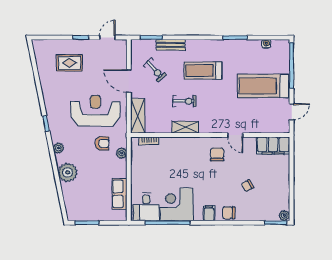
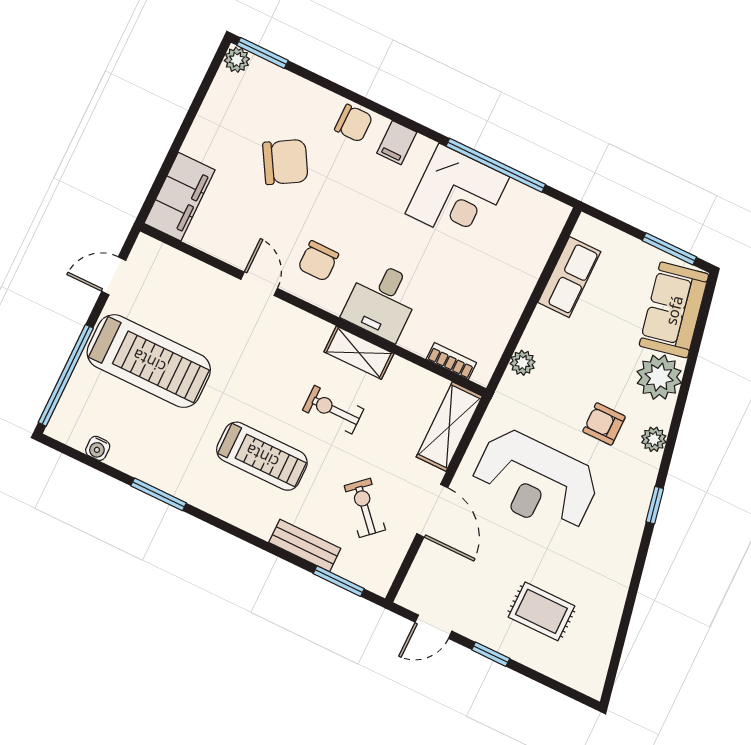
armchair: (102, 143) -> (604, 424), moved
filing cabinet: (273, 146) -> (180, 197), moved, turned 90
chair: (247, 186) -> (285, 162), width x1.87, depth x1.87
sofa: (74, 200) -> (674, 310), added
desk: (146, 207) -> (382, 301), moved, turned 180

